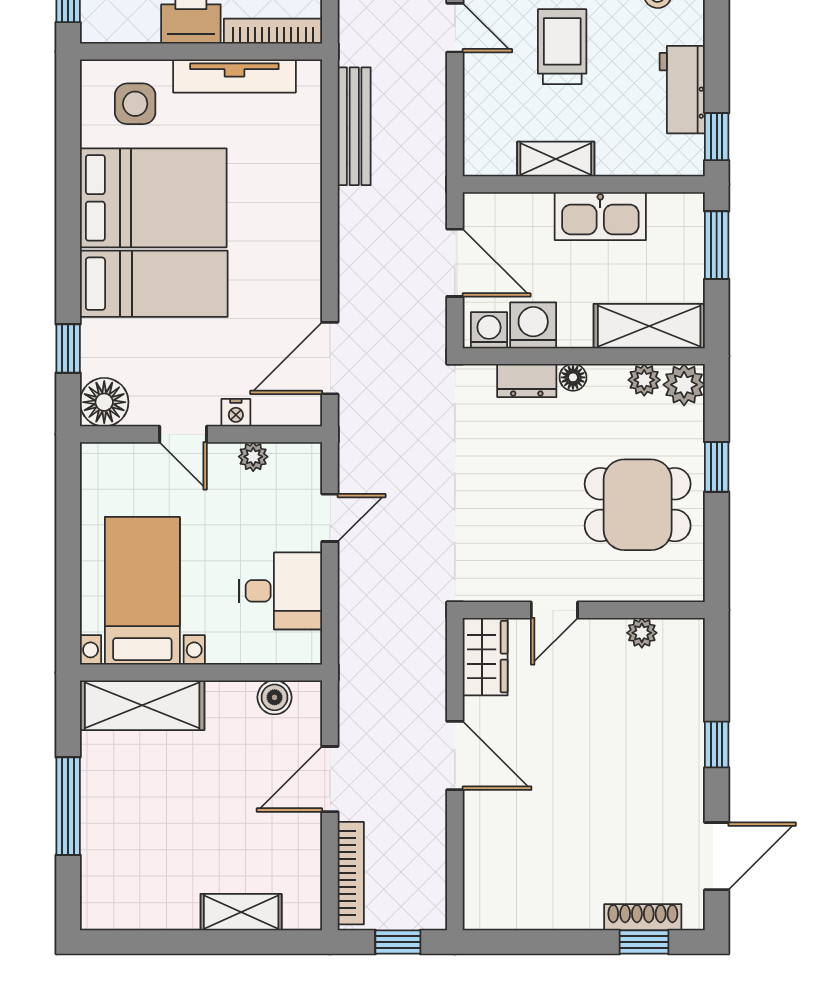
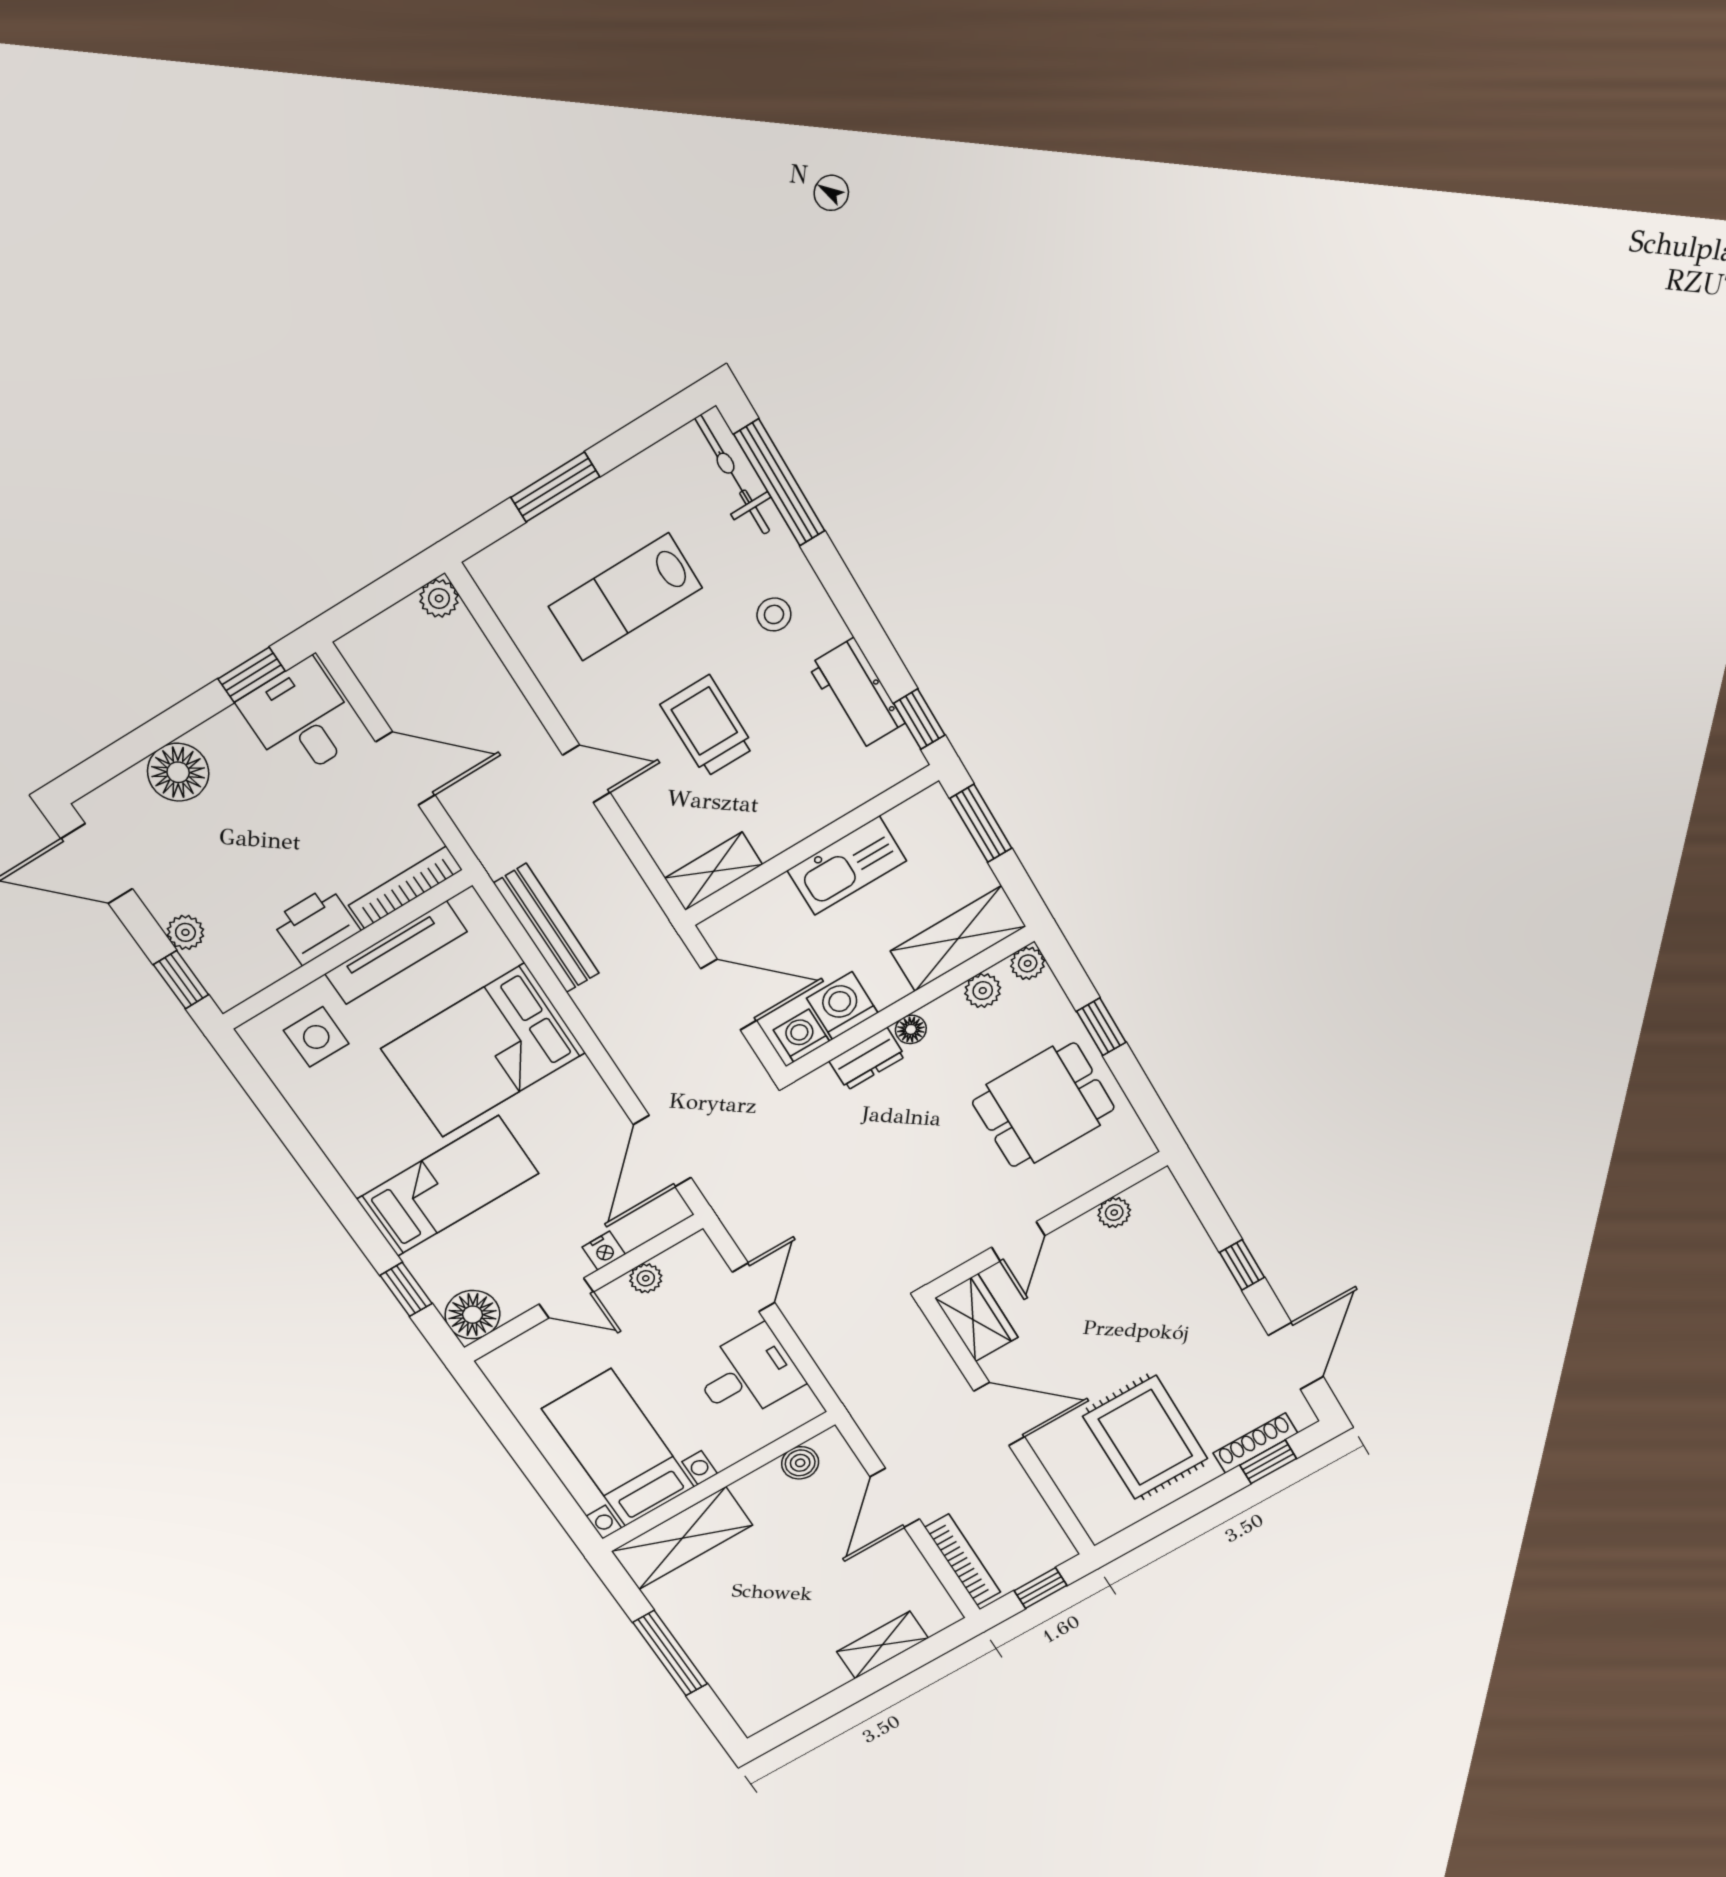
shelving: (556, 159) -> (714, 871), moved
bed: (153, 198) -> (483, 1051), moved, turned 180
plant: (684, 385) -> (1028, 963), width x0.73, depth x0.73
rug: (558, 854) -> (1145, 1437), added

